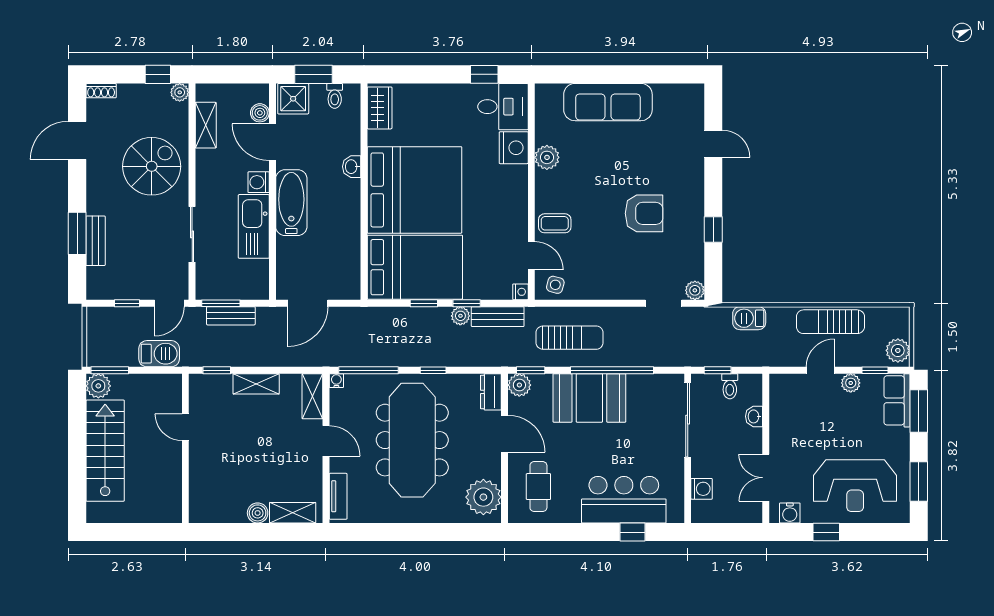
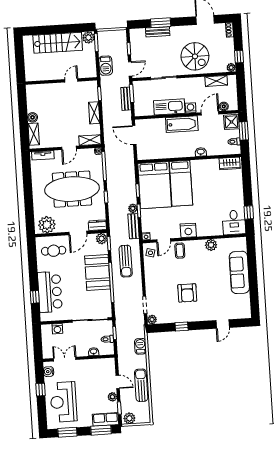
nightstand: (514, 148) -> (188, 230), moved
bed: (414, 190) -> (181, 183), width x0.49
door: (169, 303) -> (130, 69), swing flipped

